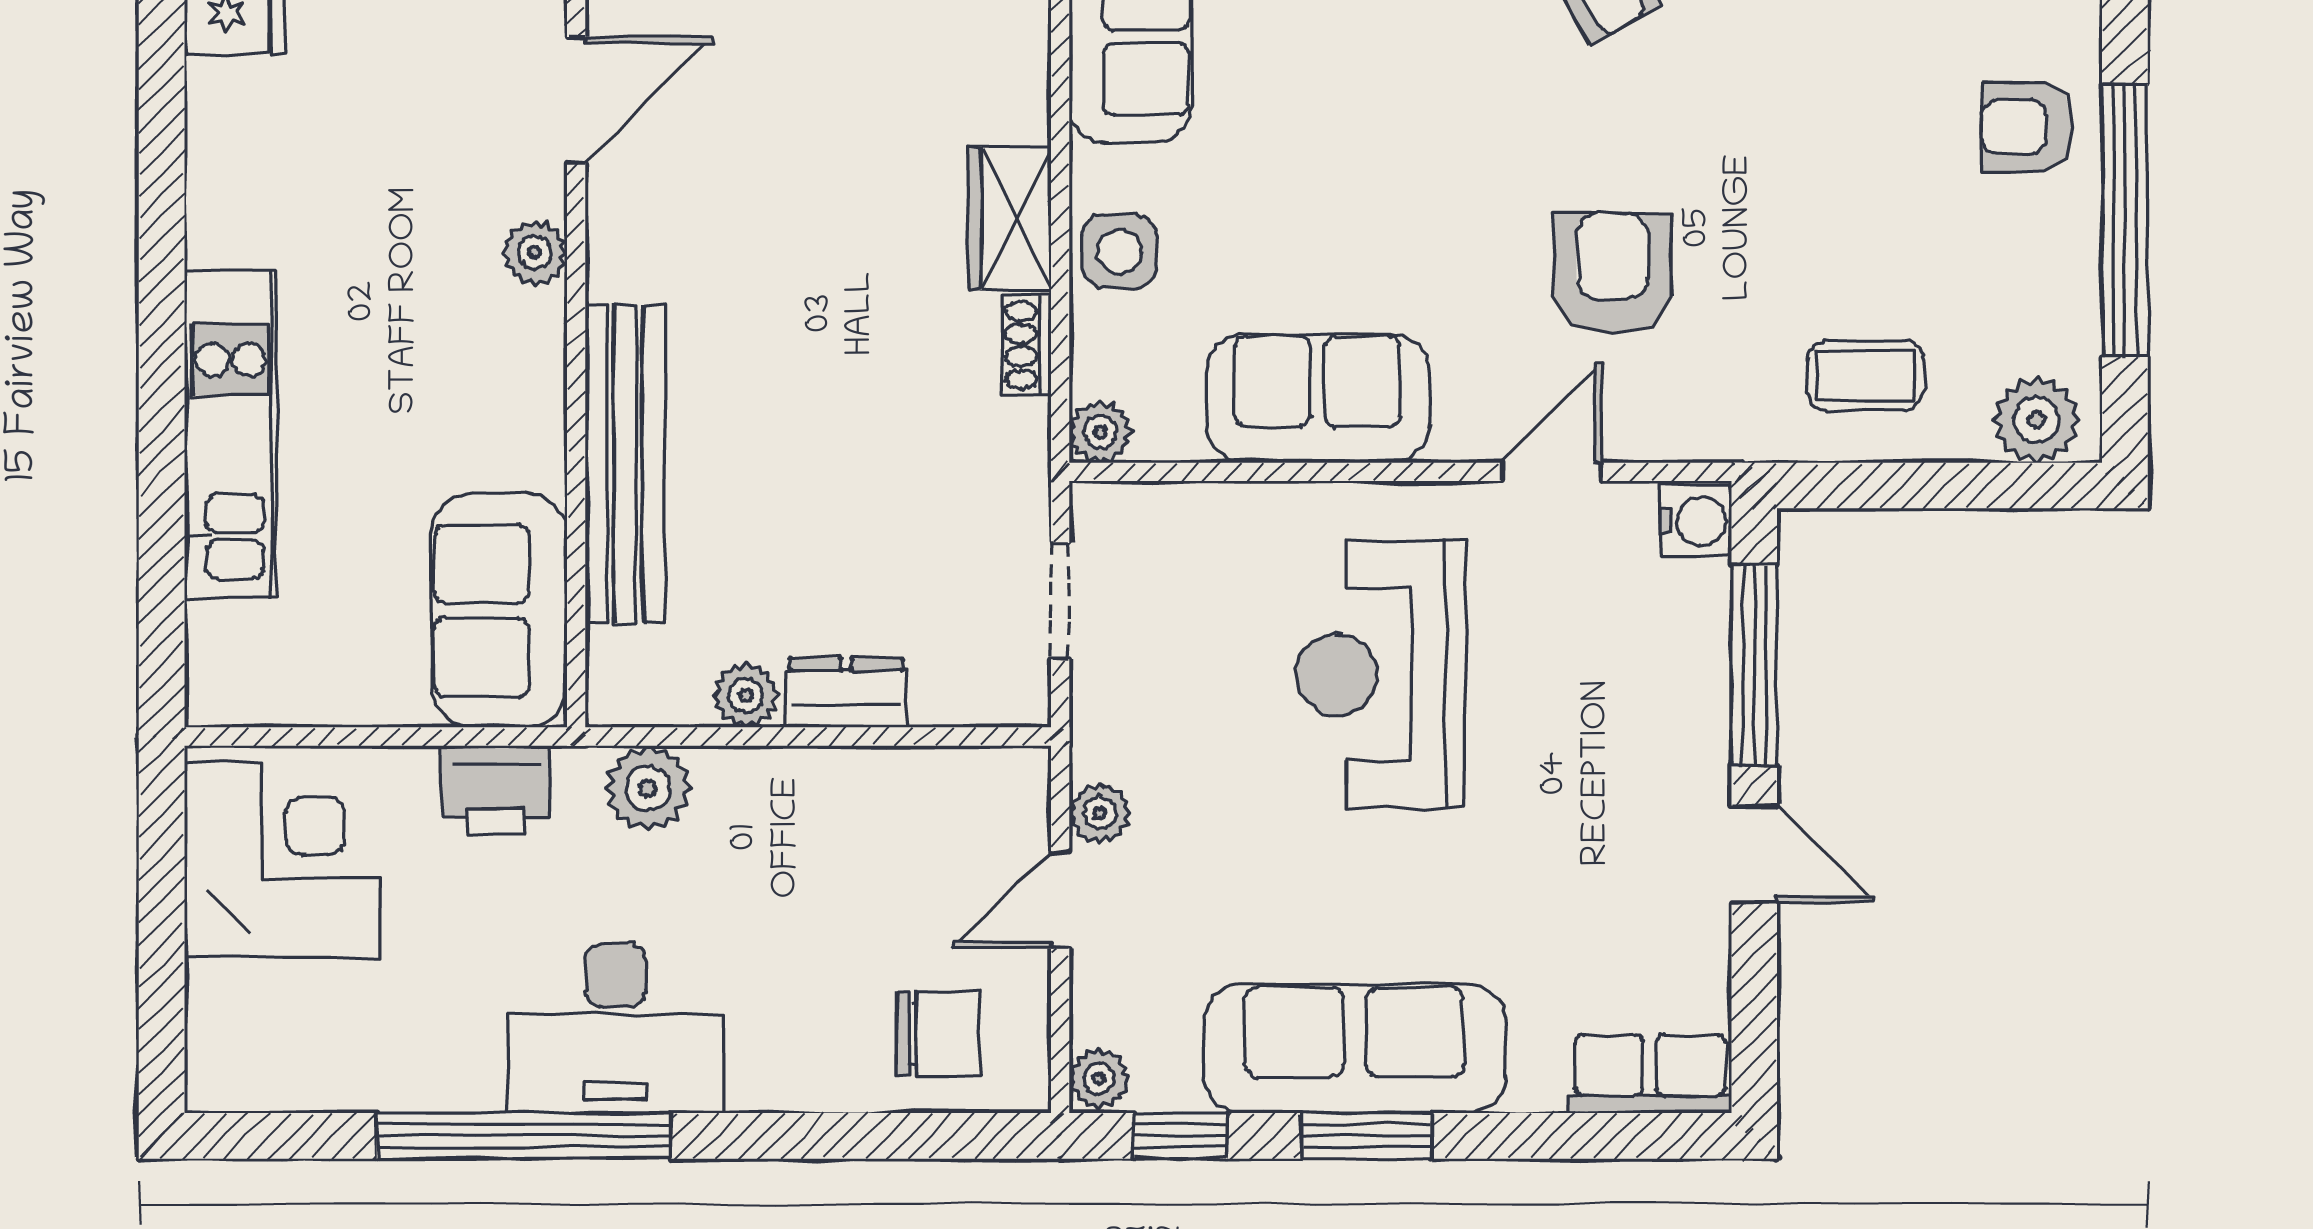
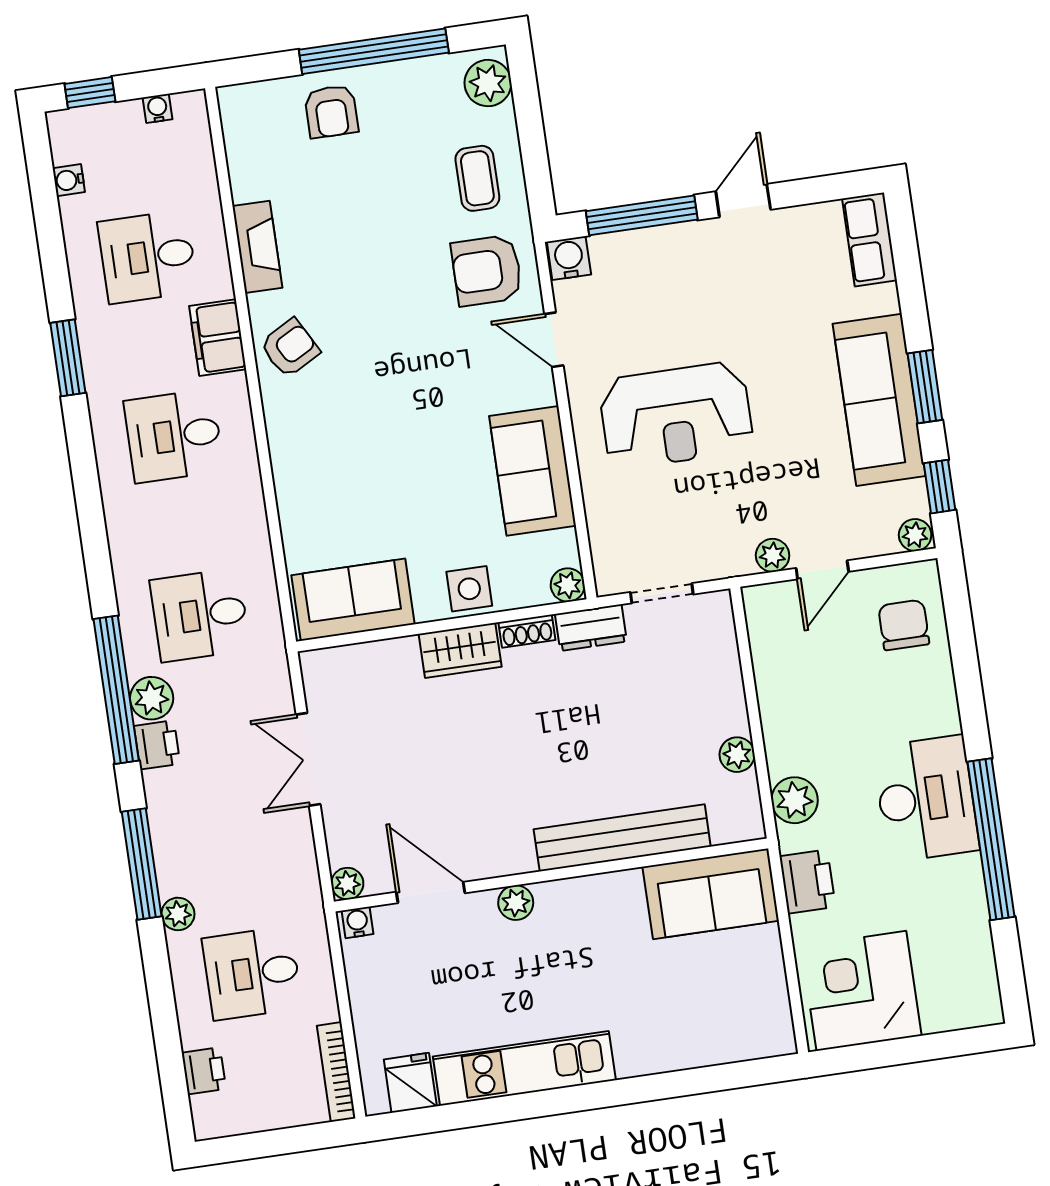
armchair: (1612, 273) -> (487, 271), moved
kitchen unit: (230, 435) -> (524, 1068), moved
dresser: (846, 693) -> (591, 628), moved, turned -90
door: (1060, 900) -> (822, 570), hinge flipped

